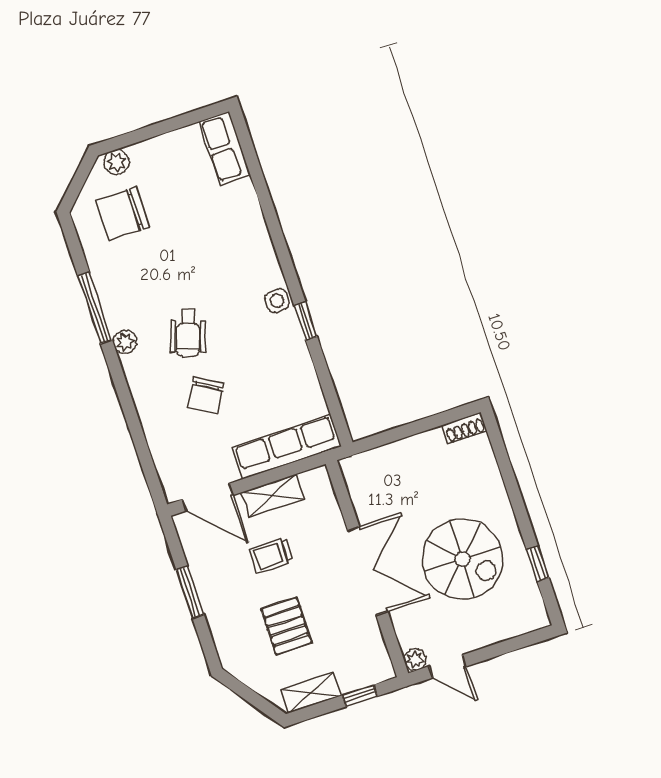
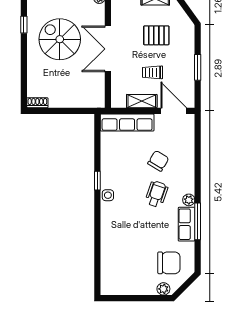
row of seats: (225, 148) -> (187, 224), moved, turned 180
trolley: (271, 555) -> (152, 72), turned 180
pallet: (286, 626) -> (156, 35), turned 90

